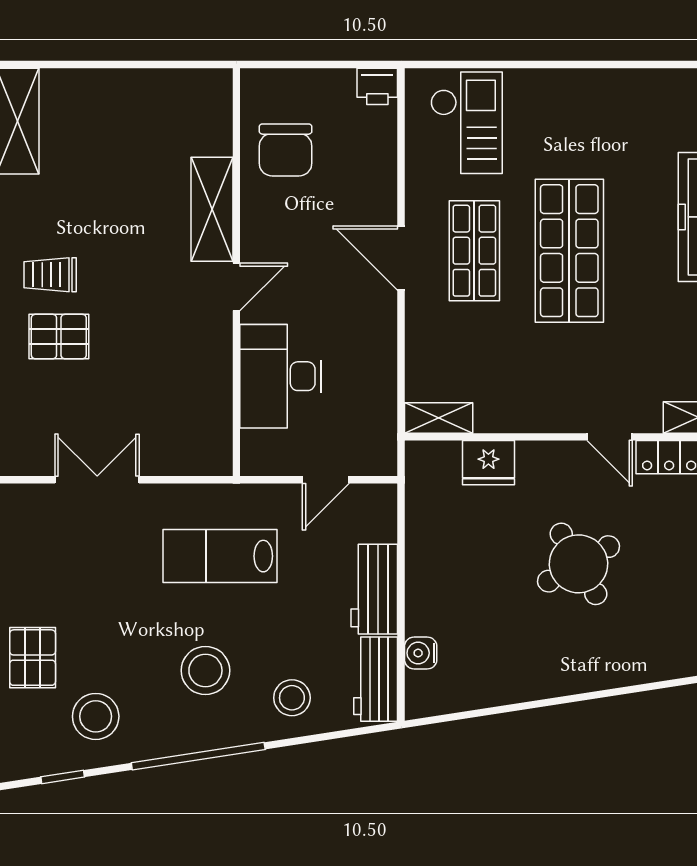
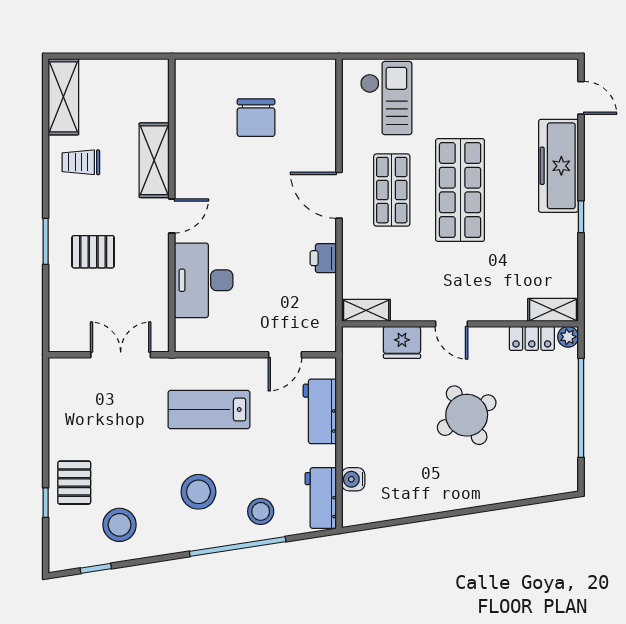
printer: (377, 86) -> (323, 258), moved, turned 90
shelving: (212, 209) -> (154, 160), moved
wall: (236, 272) -> (172, 205), moved
trolley: (50, 275) -> (81, 162), moved
door: (236, 287) -> (172, 216), moved
desk: (281, 376) -> (204, 280), moved
door: (610, 437) -> (451, 324), moved
workbench: (374, 589) -> (320, 411), moved
window: (198, 756) -> (238, 547), moved

